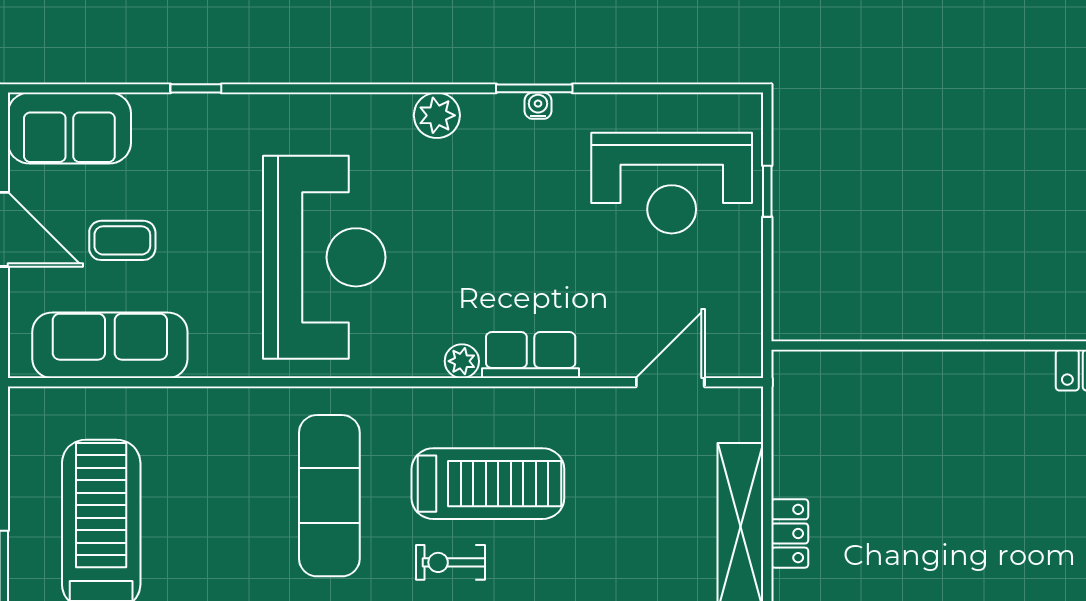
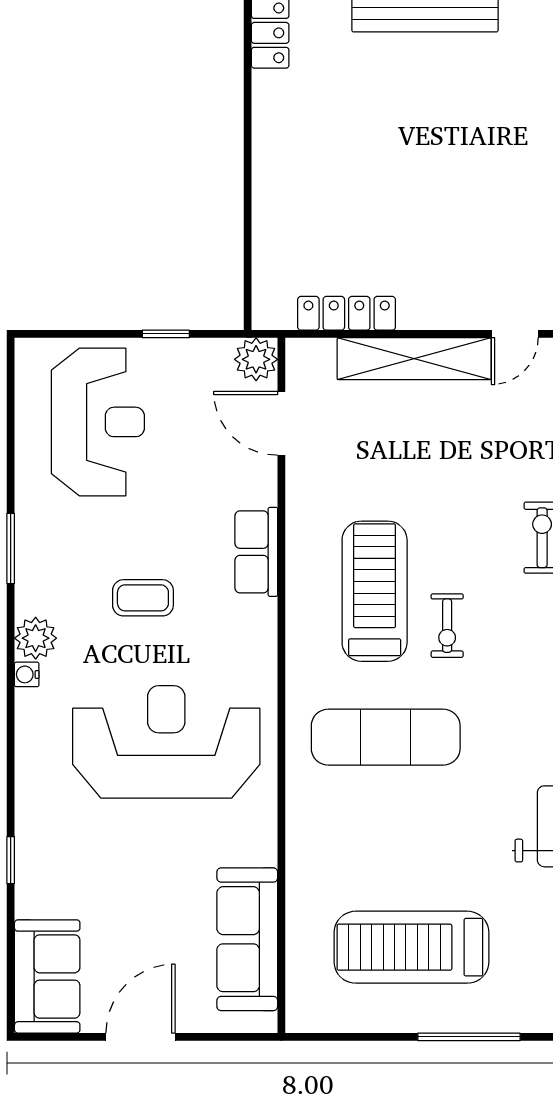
water cooler: (538, 106) -> (27, 674), moved
window: (767, 191) -> (166, 334), moved
coffee table: (122, 240) -> (143, 598), moved, turned 90
plant: (462, 361) -> (256, 359), moved, width x1.38, depth x1.38
locker: (790, 533) -> (347, 313), moved, width x1.53

